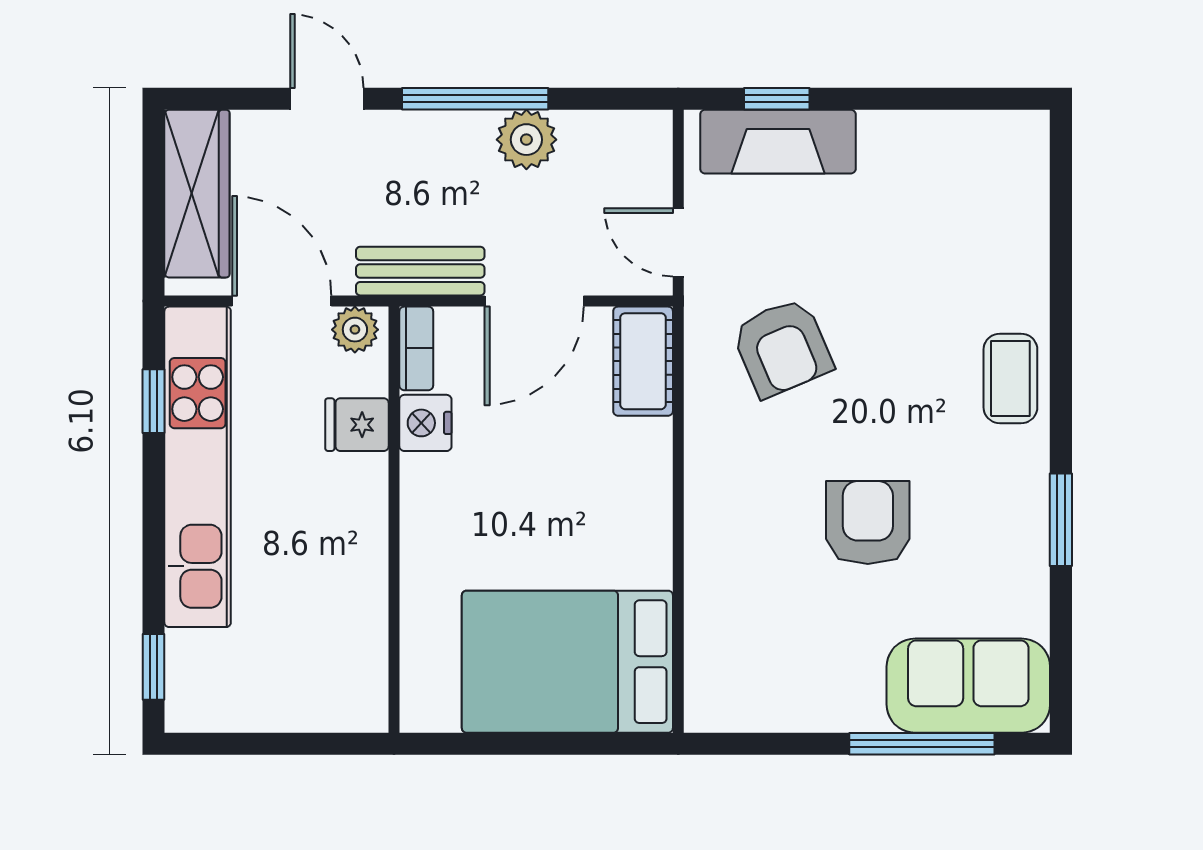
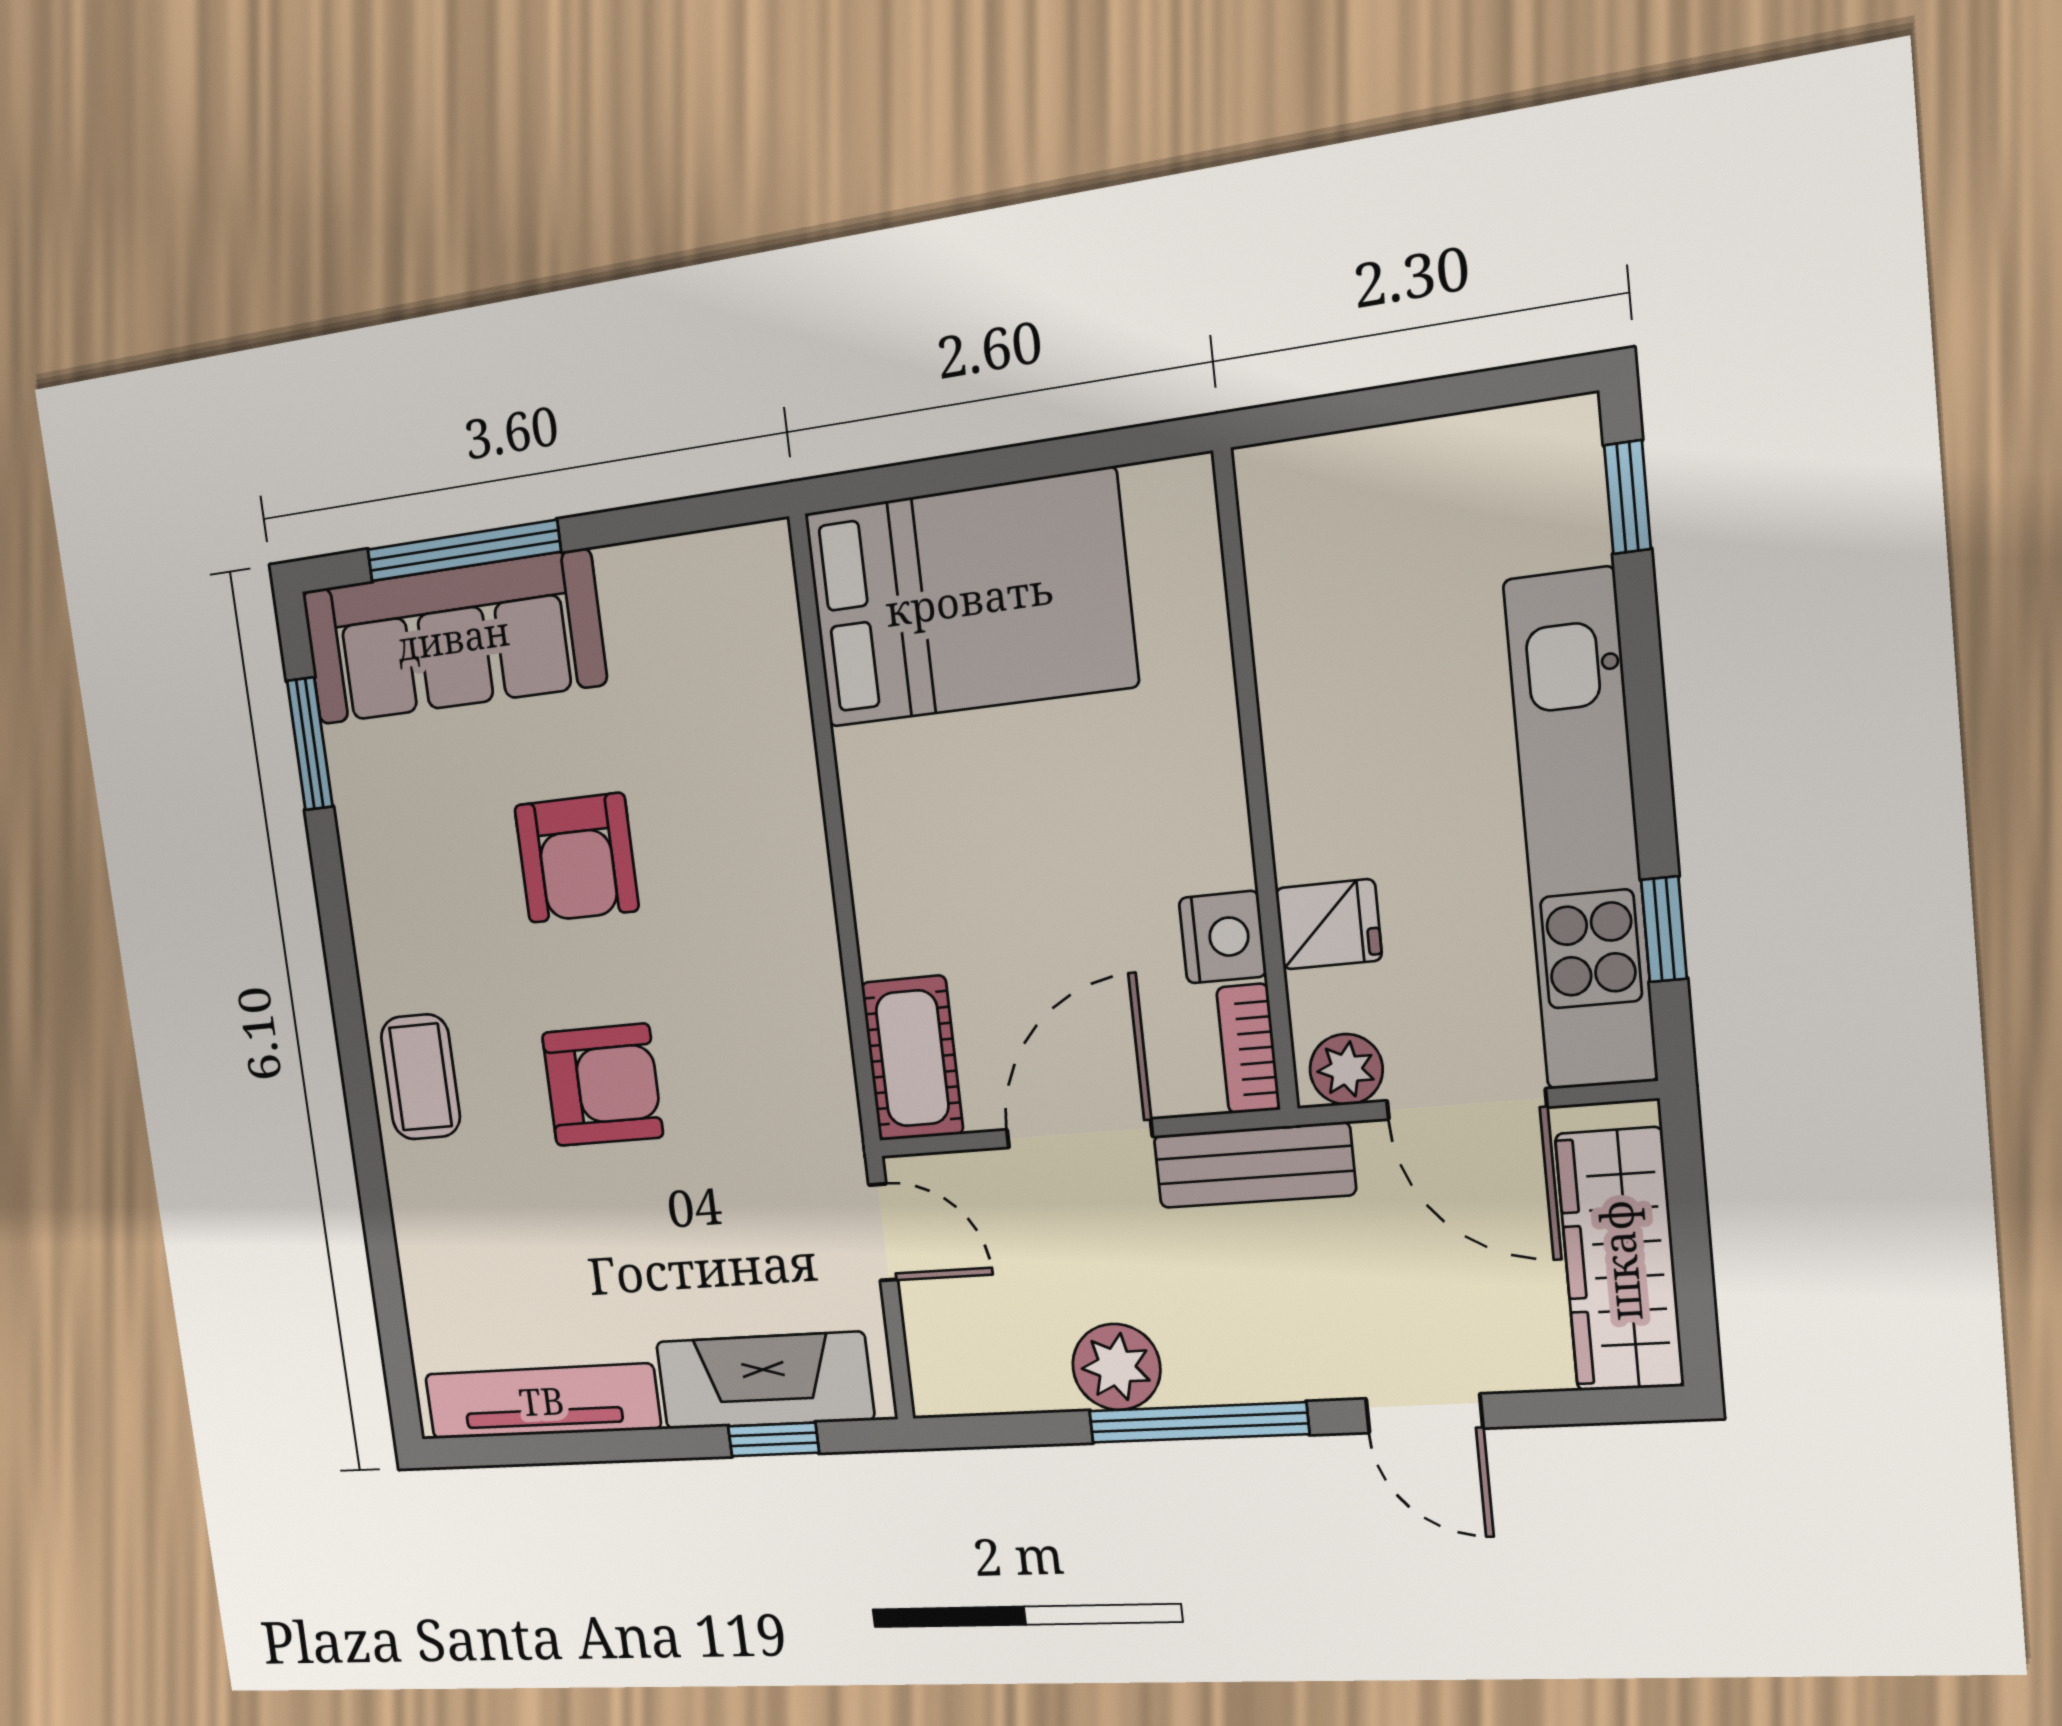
tv unit: (950, 134) -> (542, 1401), added
armchair: (782, 348) -> (602, 1085), moved, turned 113
window: (1061, 520) -> (310, 744), moved
sofa: (968, 686) -> (453, 638), width x1.36

